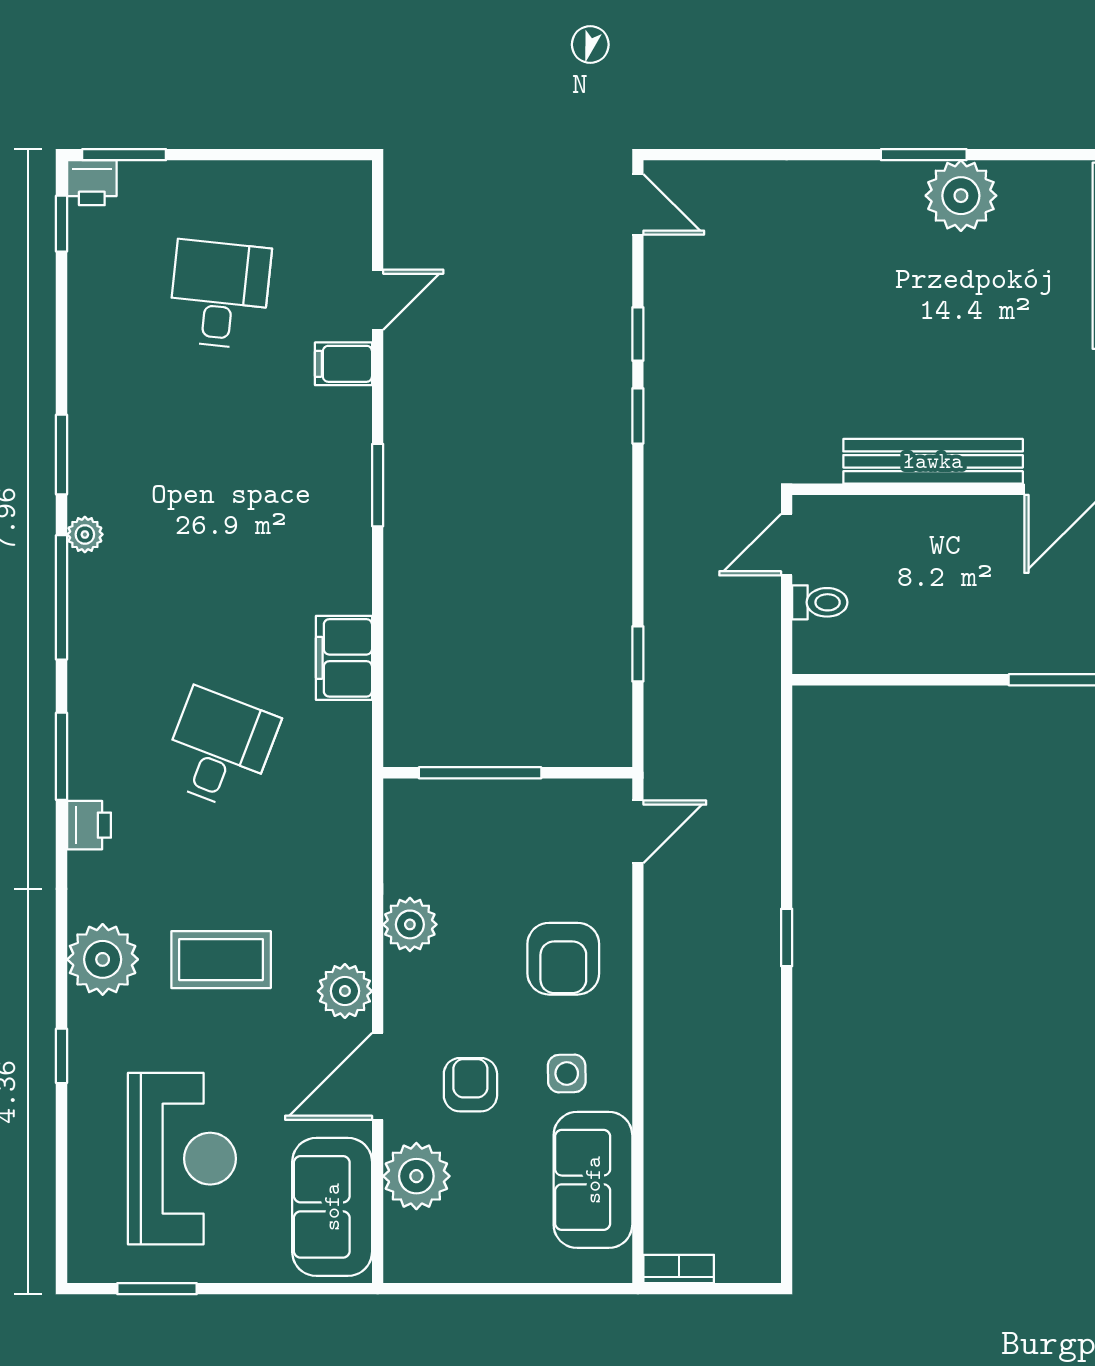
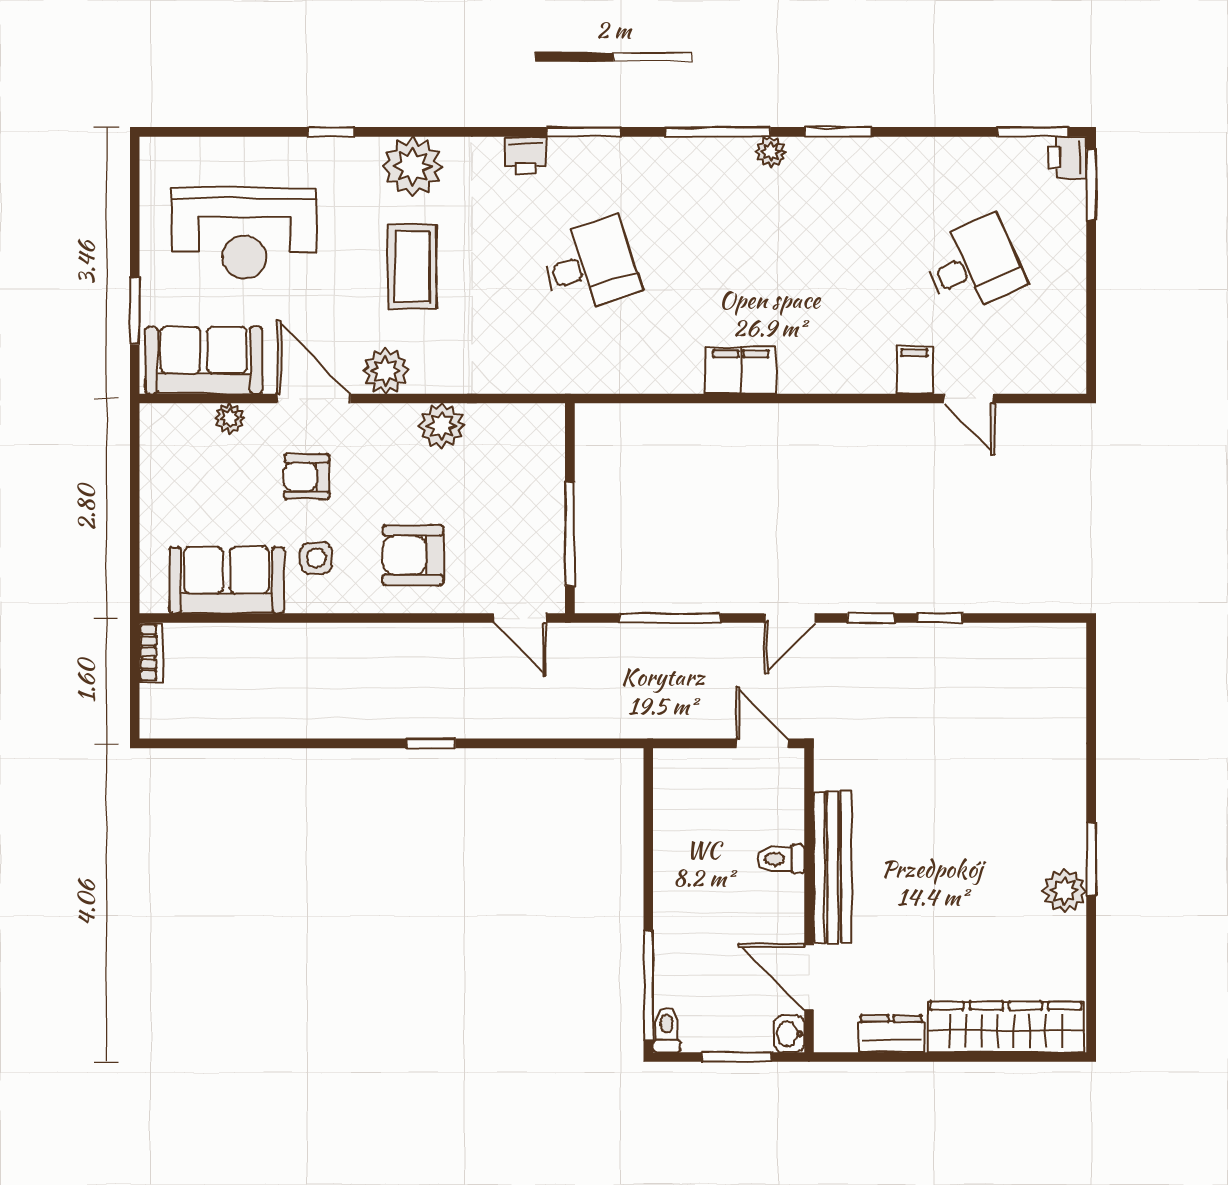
plant: (961, 196) -> (1065, 890), width x0.73, depth x0.73
door: (638, 204) -> (790, 618), moved
window: (62, 224) -> (1033, 132), width x1.50
desk: (220, 294) -> (973, 265), turned -30
window: (378, 485) -> (812, 398), removed
toilet: (820, 602) -> (781, 859), moved, turned 90
window: (638, 654) -> (670, 618), width x2.17
filing cabinet: (344, 658) -> (741, 370), moved
desk: (220, 749) -> (590, 265), turned -39
window: (480, 773) -> (570, 534), moved
armchair: (470, 1085) -> (307, 477), turned 180
plant: (416, 1176) -> (230, 418), width x0.53, depth x0.53
window: (157, 1289) -> (135, 311), moved

